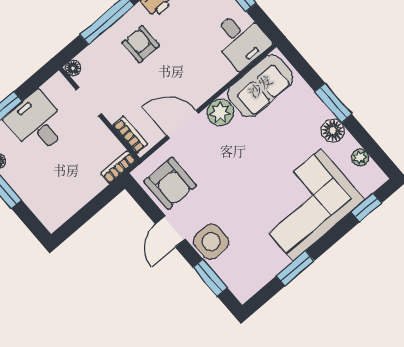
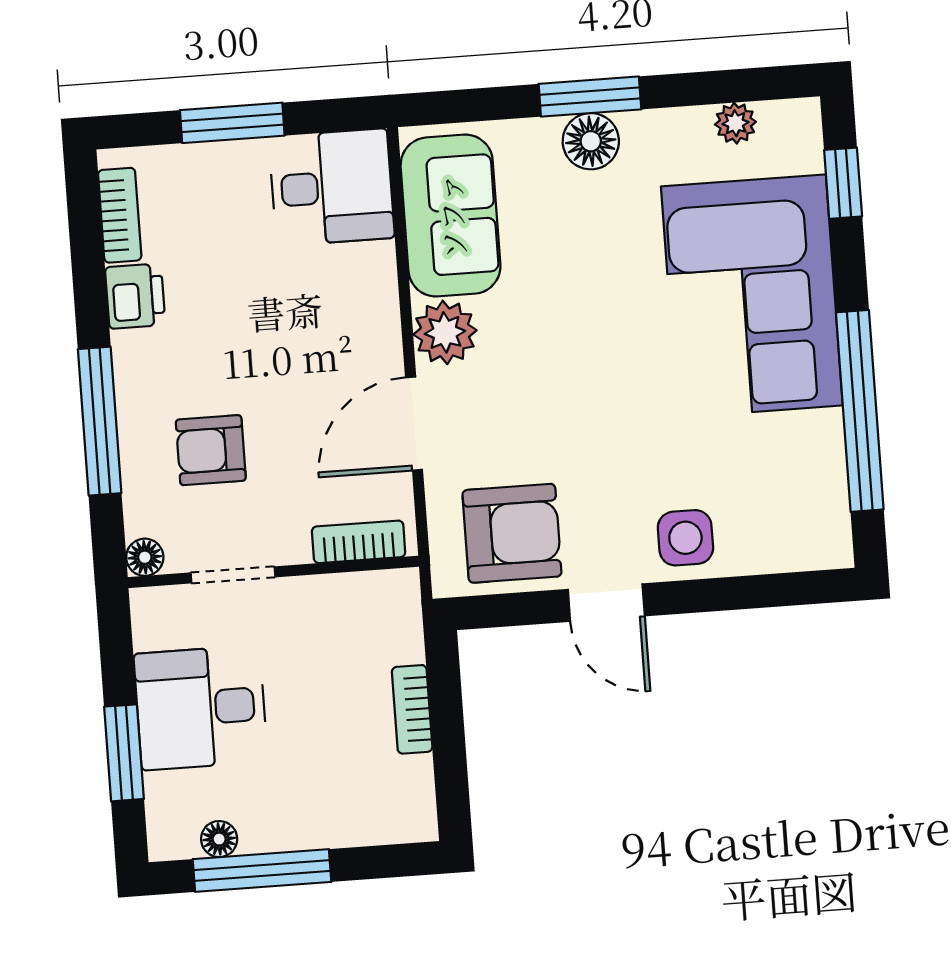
armchair: (141, 44) -> (211, 450), moved
floor lamp: (333, 131) -> (591, 141), moved
bookcase: (118, 167) -> (412, 709), moved
side table: (211, 242) -> (685, 538), width x0.73, depth x0.73
window: (295, 268) -> (860, 411), width x2.11
window: (210, 278) -> (754, 592), removed

